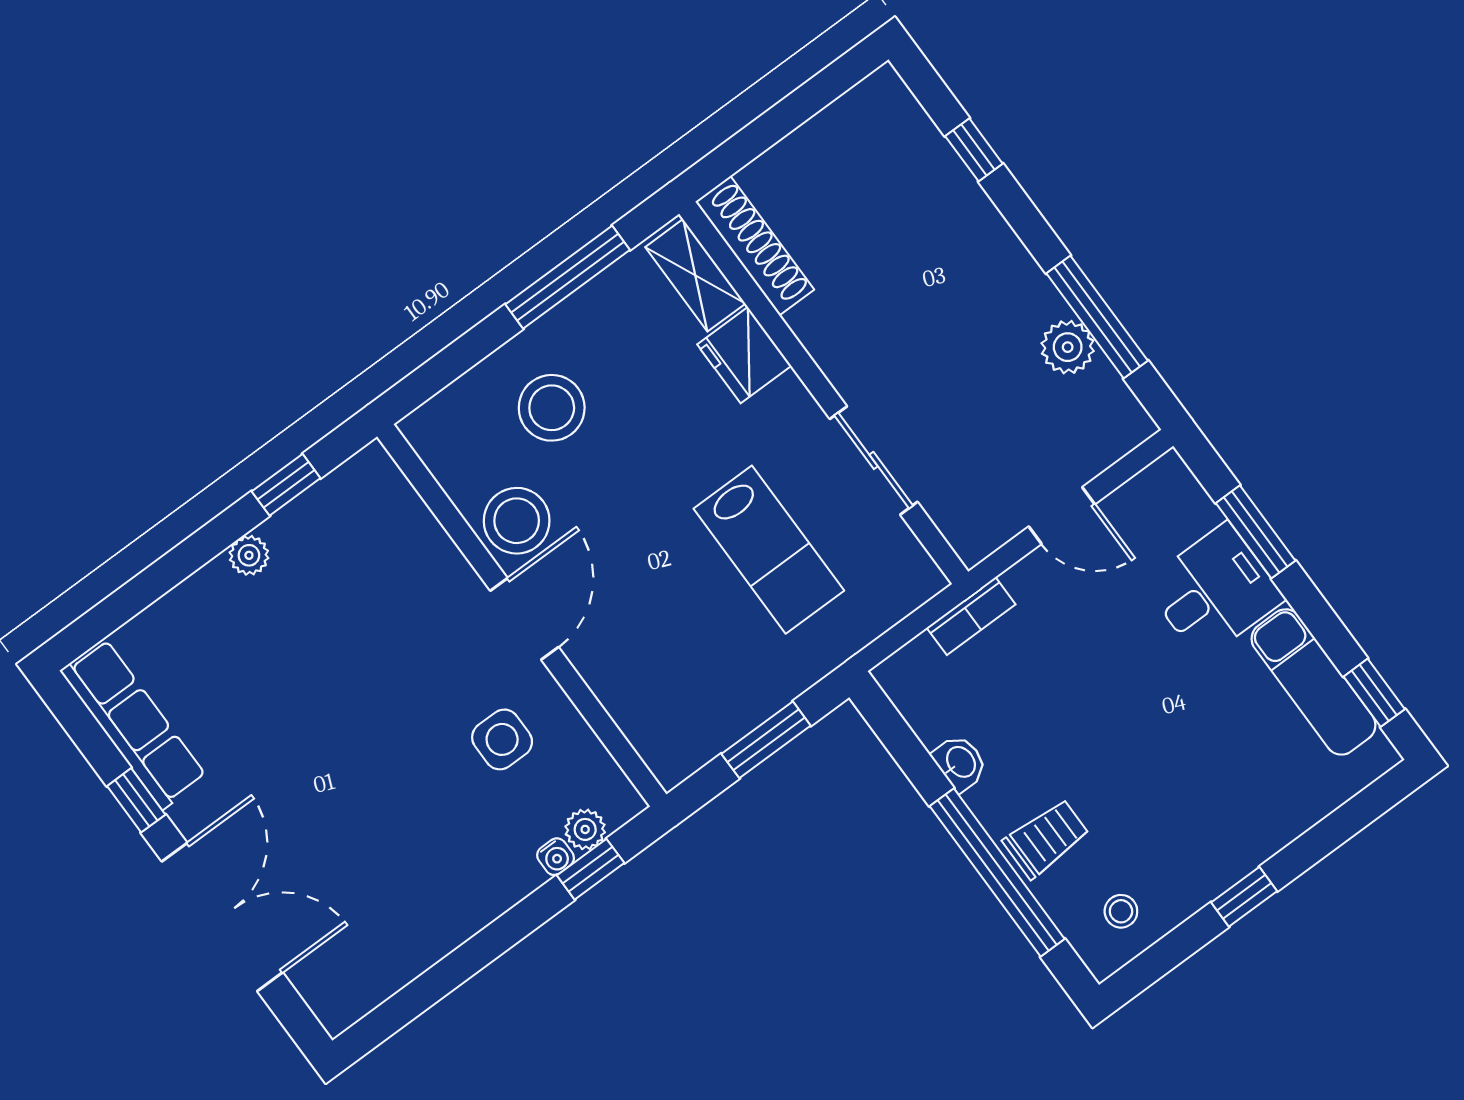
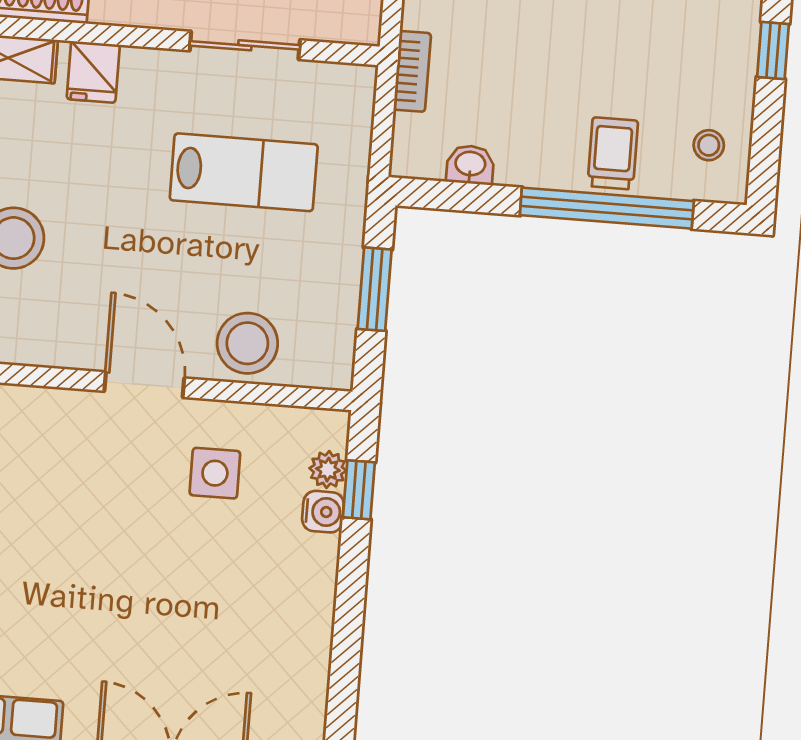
fridge: (744, 355) -> (93, 72), width x0.72
stool: (517, 521) -> (247, 343), moved
washbasin: (960, 763) -> (470, 165), moved
water cooler: (556, 857) -> (323, 512), width x1.38, depth x1.38

